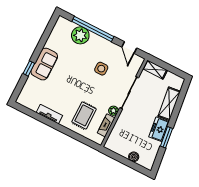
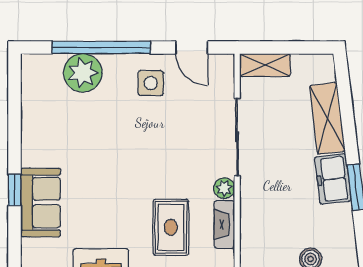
sofa: (44, 64) -> (41, 203), moved
side table: (101, 69) -> (151, 83), moved

